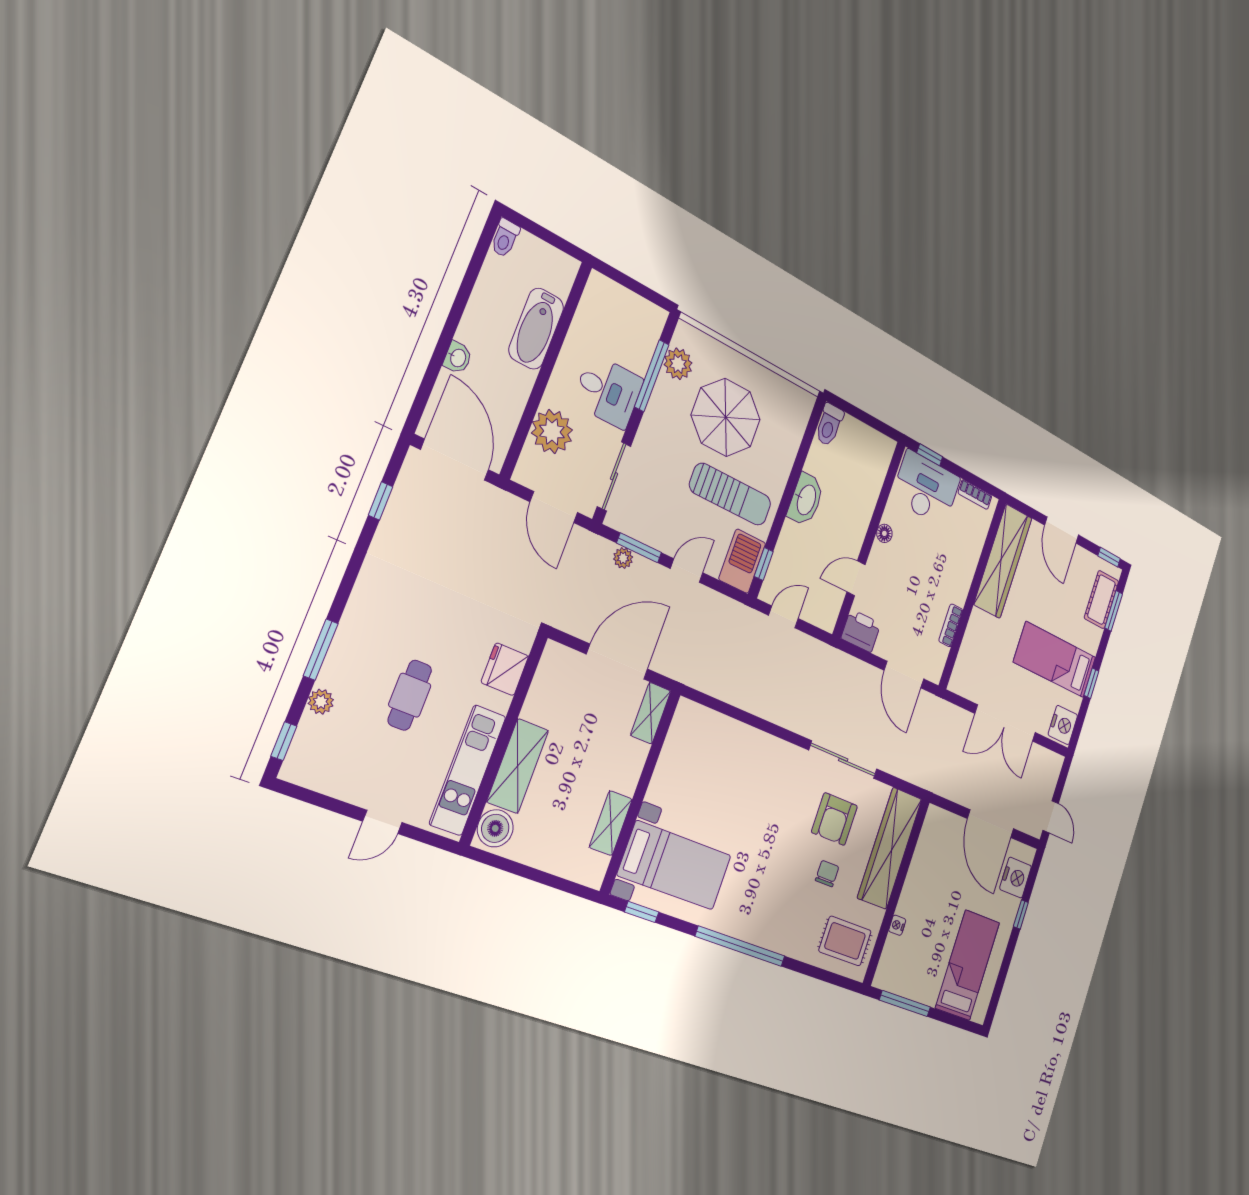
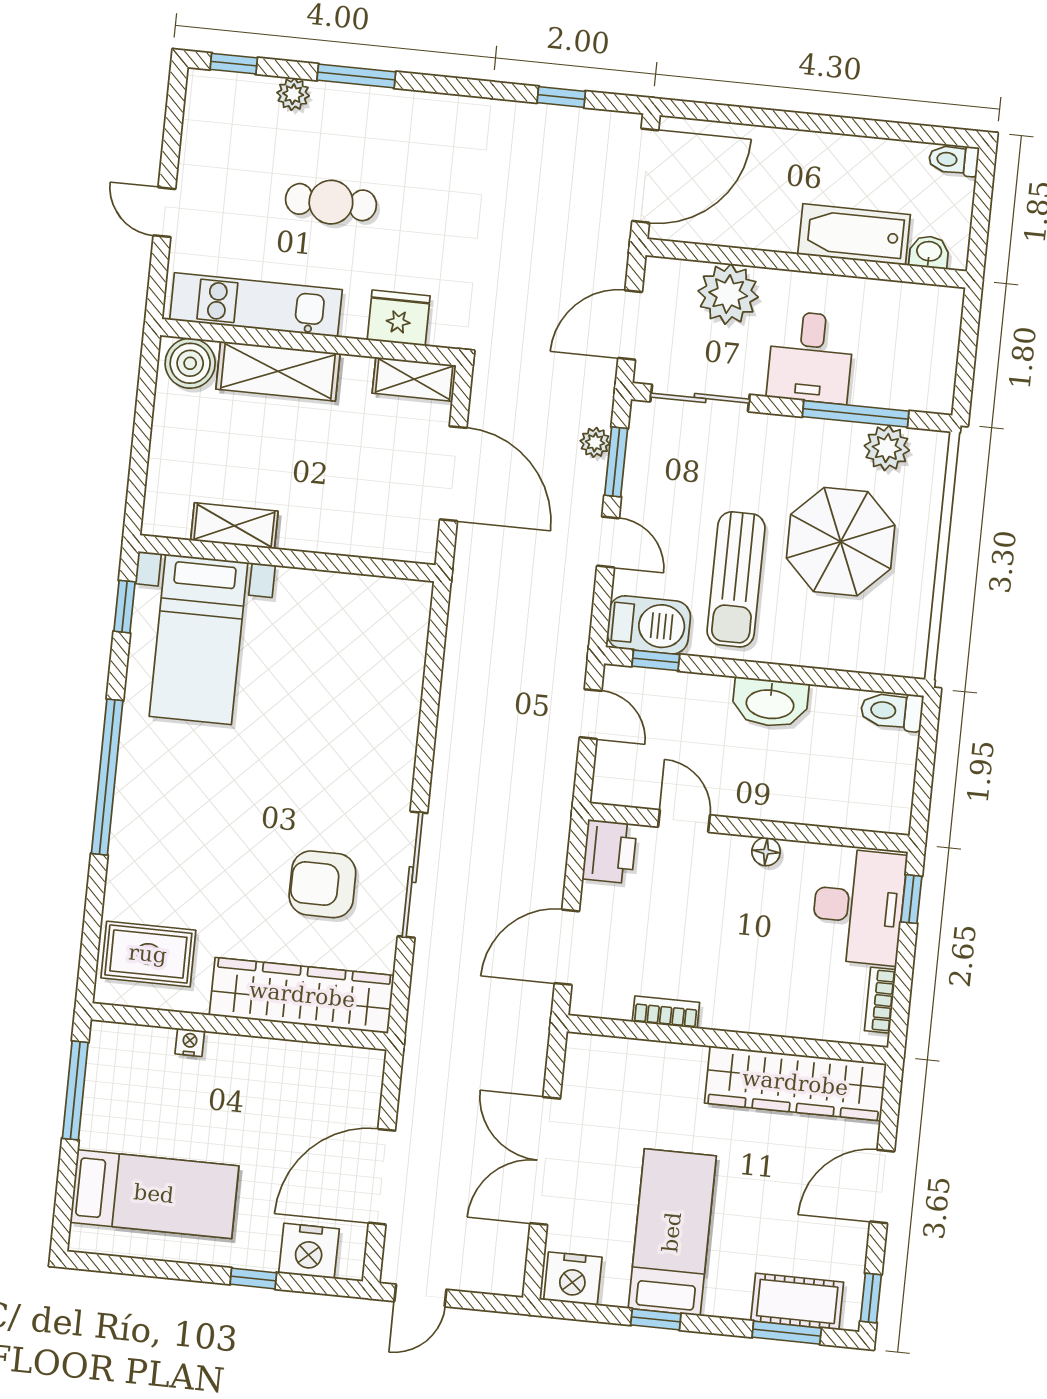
washbasin: (458, 358) -> (929, 252), moved, turned 180
shelving: (651, 713) -> (414, 379), moved
chair: (827, 874) -> (240, 894), removed
rug: (845, 941) -> (148, 954), turned 90

